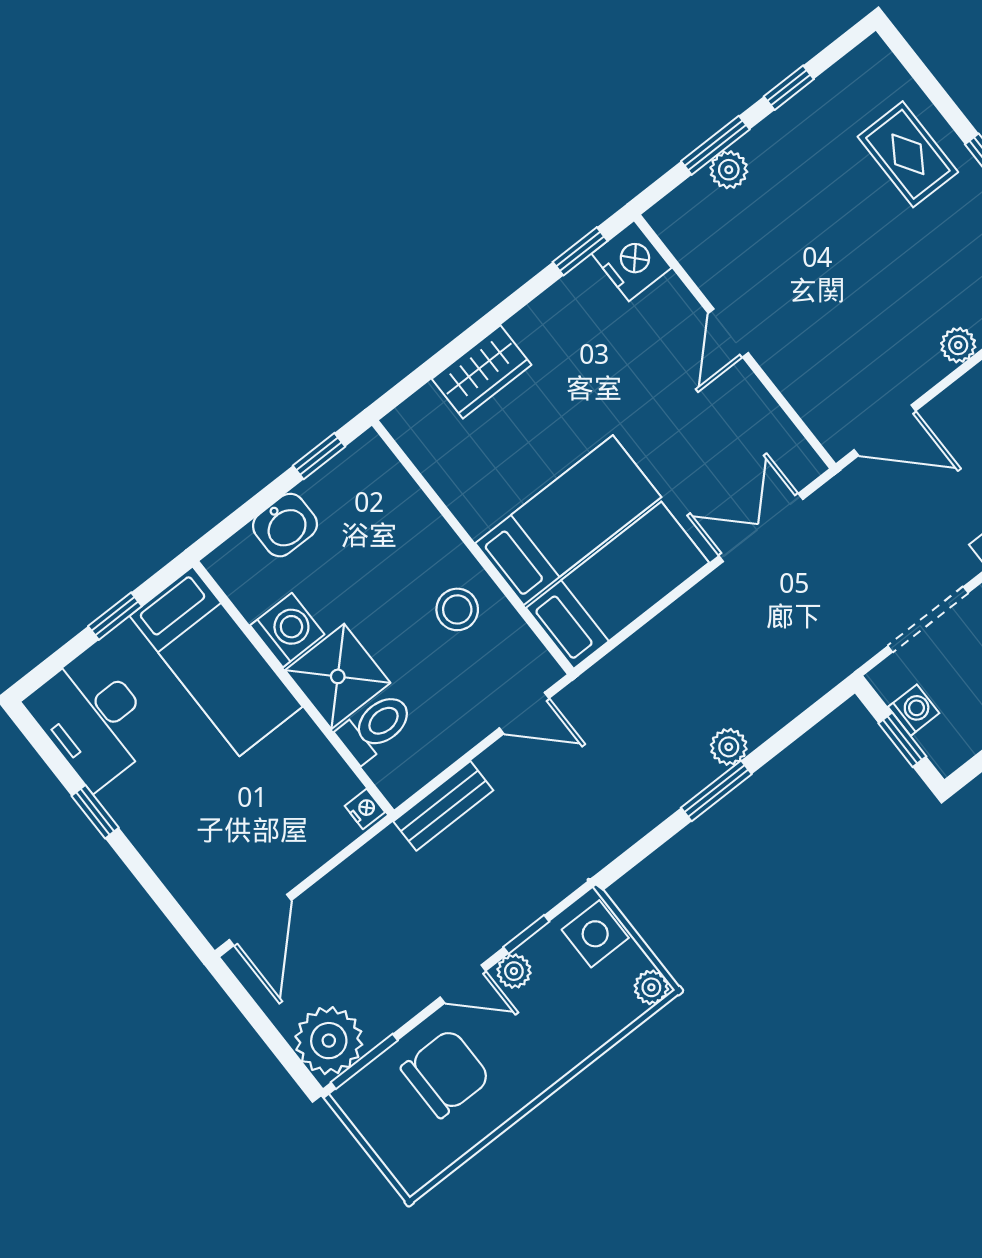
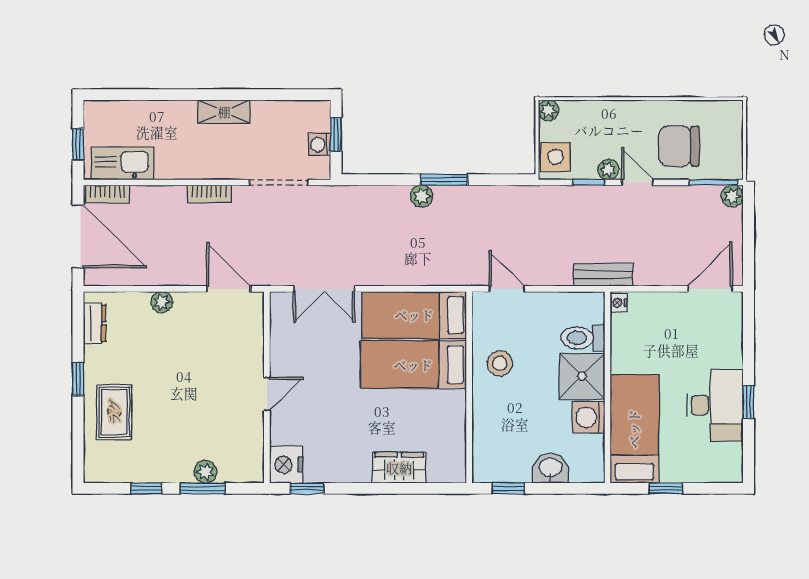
desk: (93, 720) -> (715, 405), moved
bench: (443, 806) -> (603, 275), moved
plant: (329, 1041) -> (732, 196), width x0.53, depth x0.53

